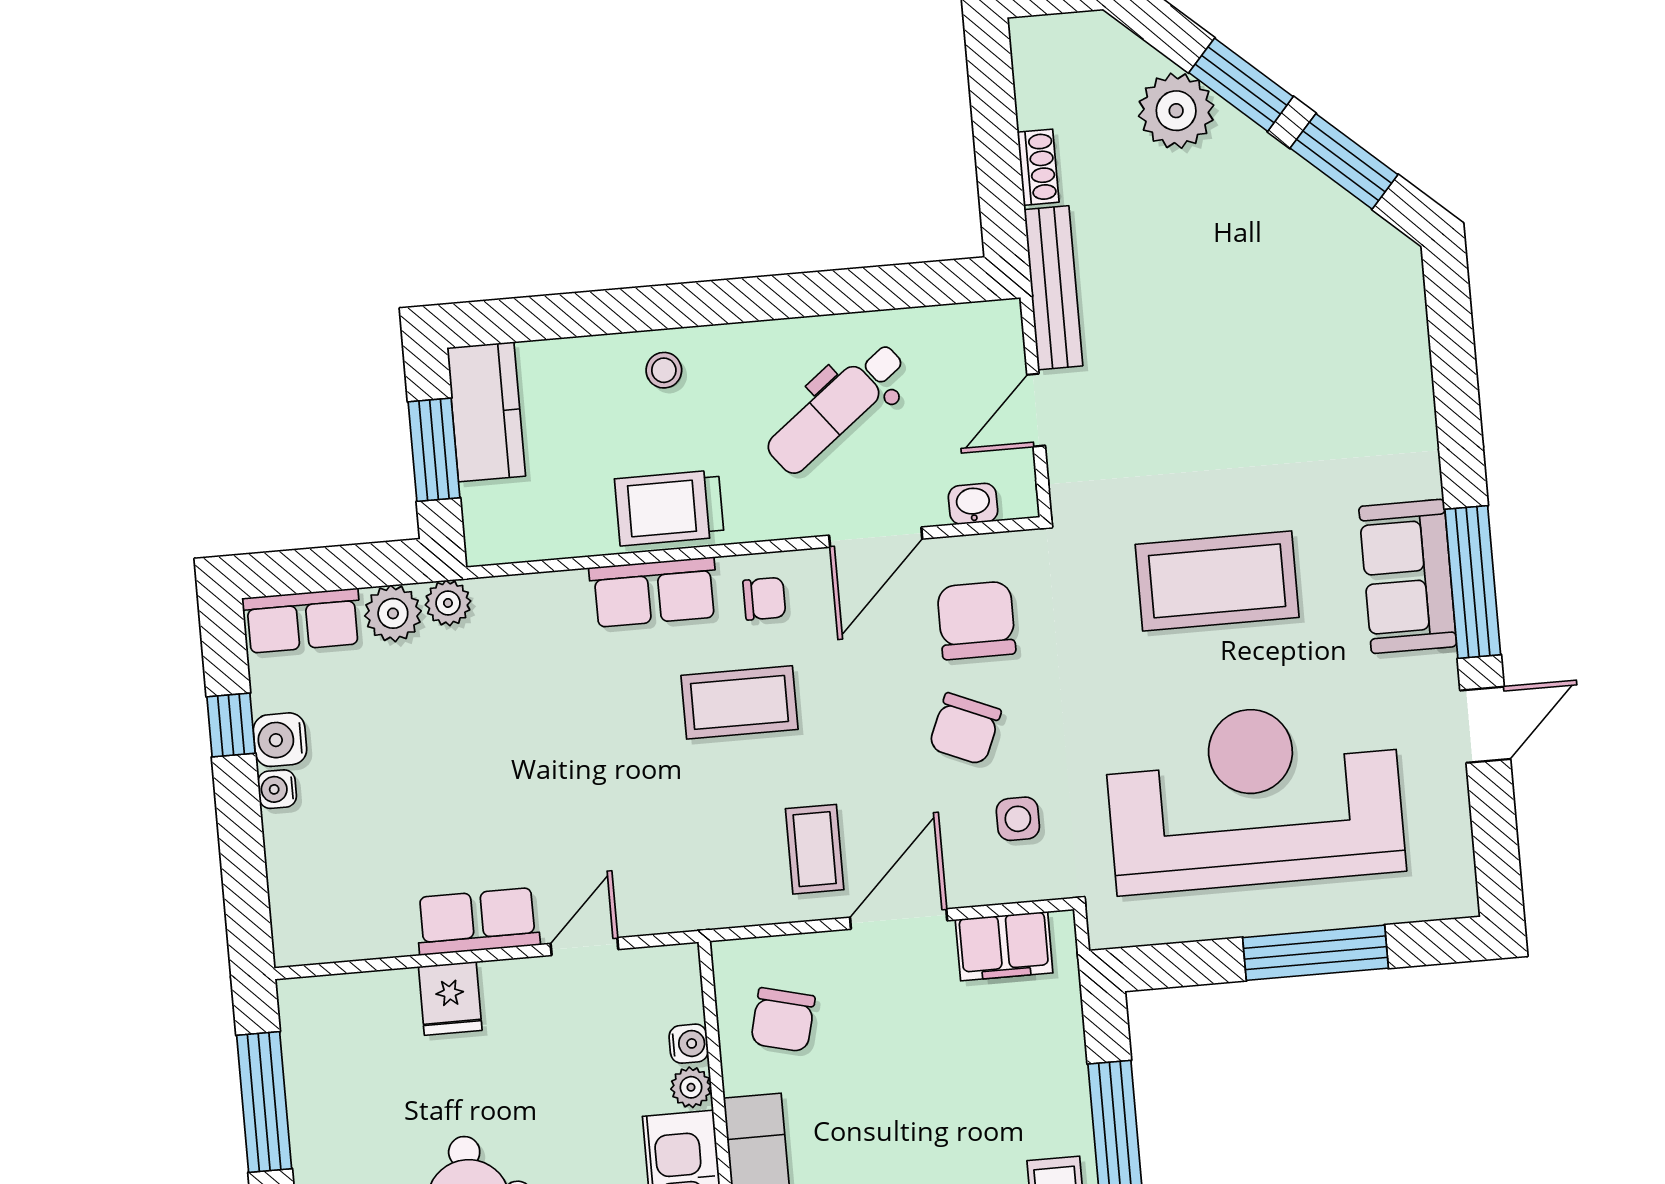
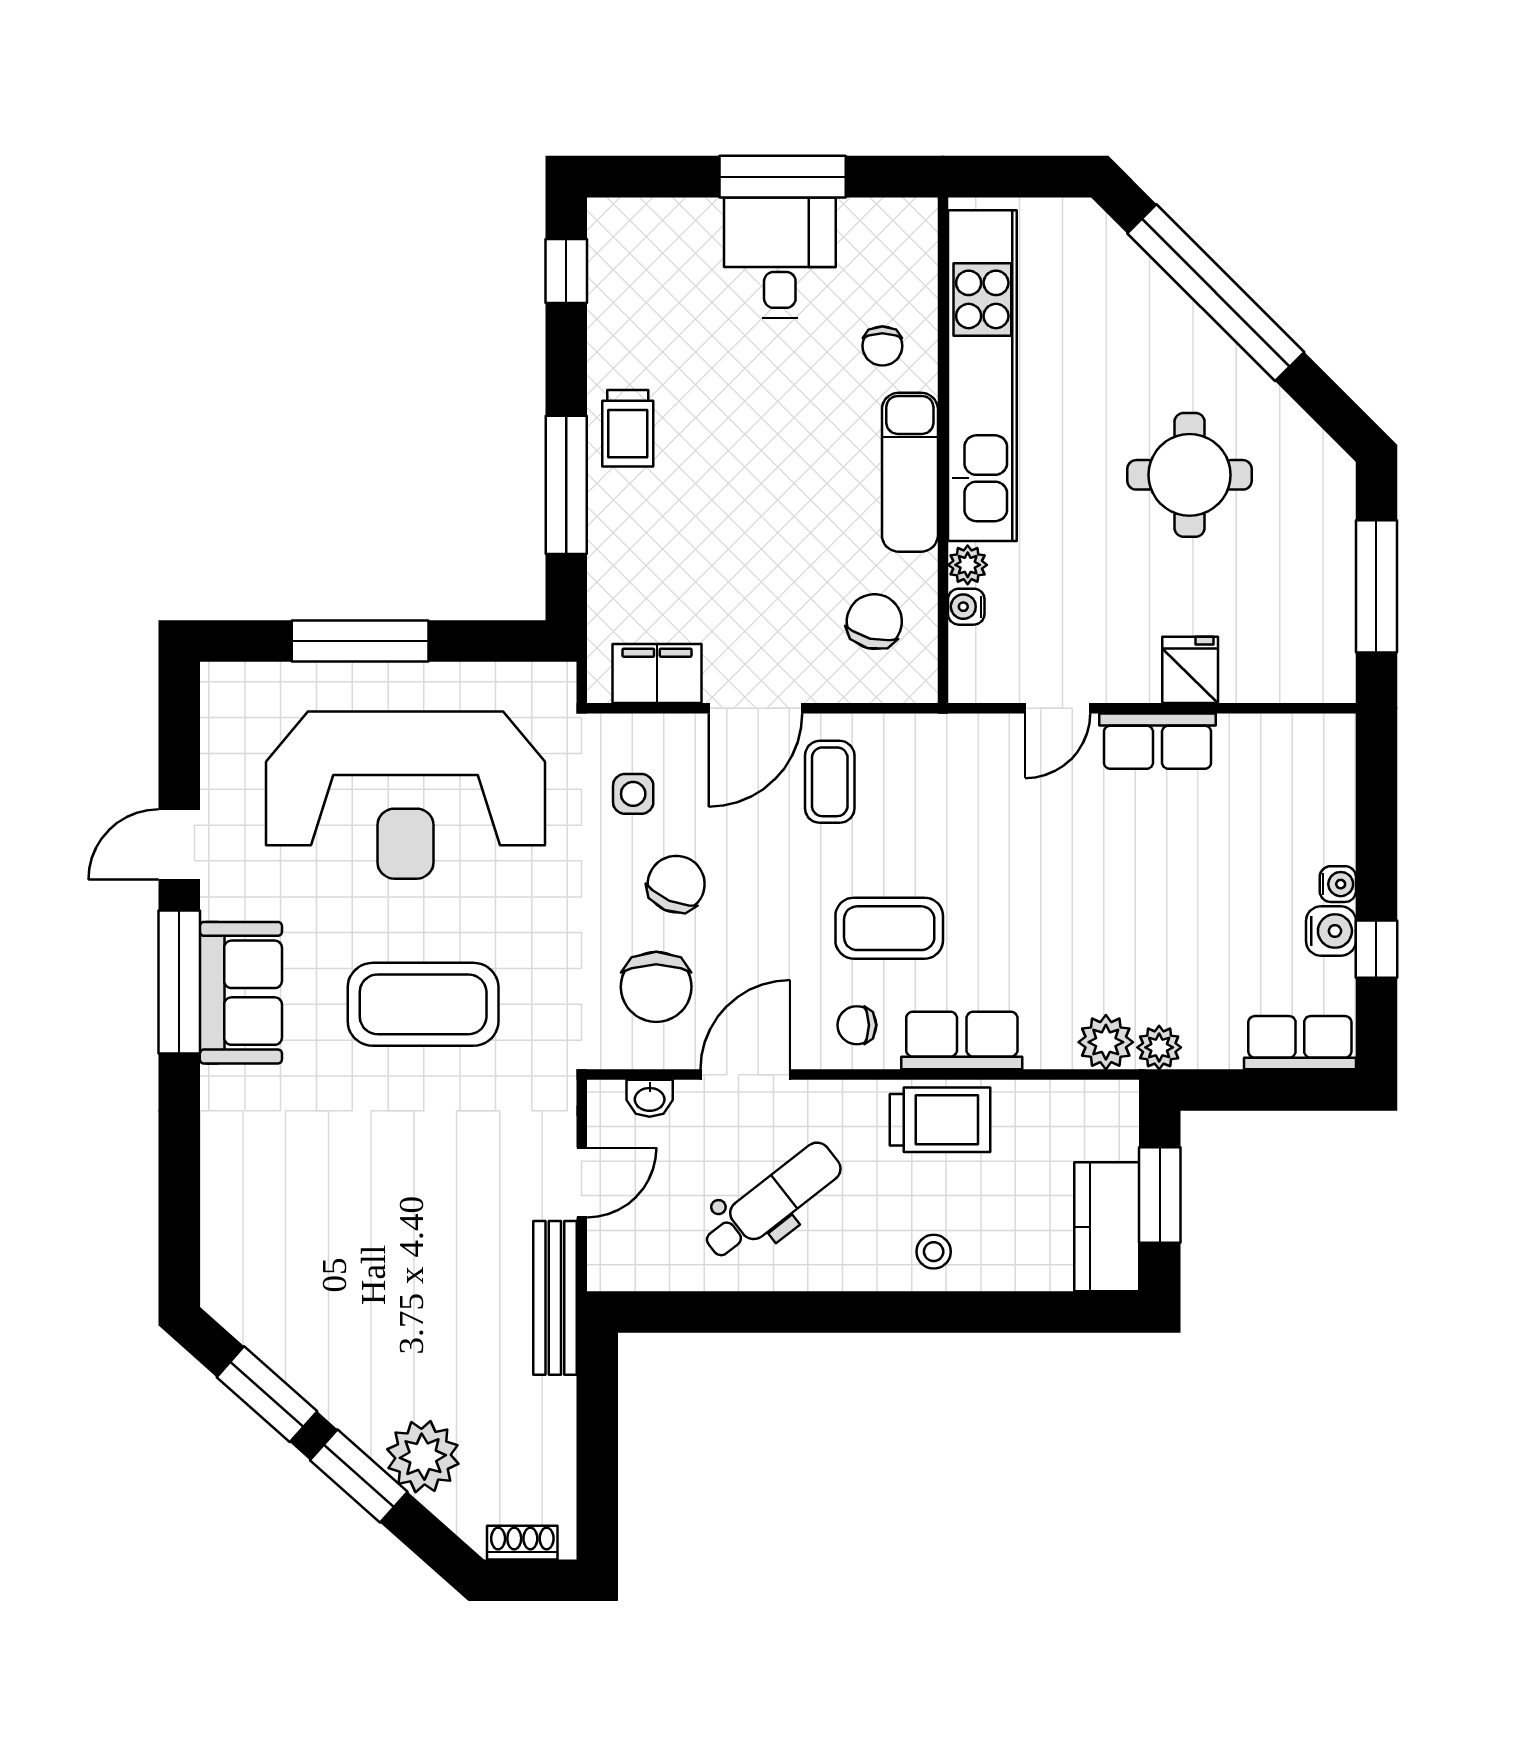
shoe rack: (1038, 167) -> (522, 1543), moved, turned 90
plant: (393, 613) -> (1106, 1042), moved

